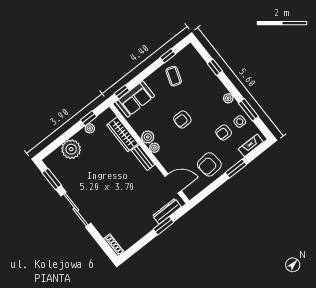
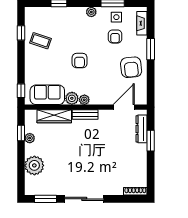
sofa: (135, 99) -> (47, 95), moved, turned -90

